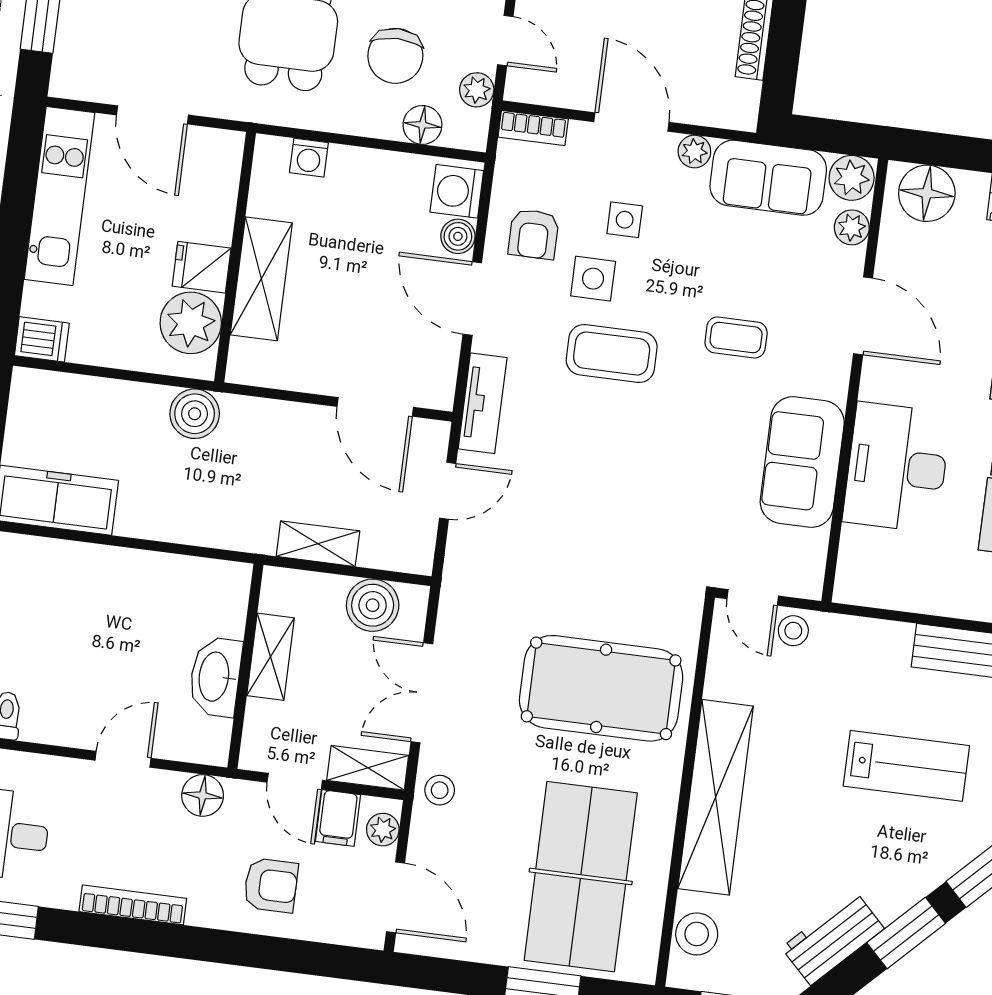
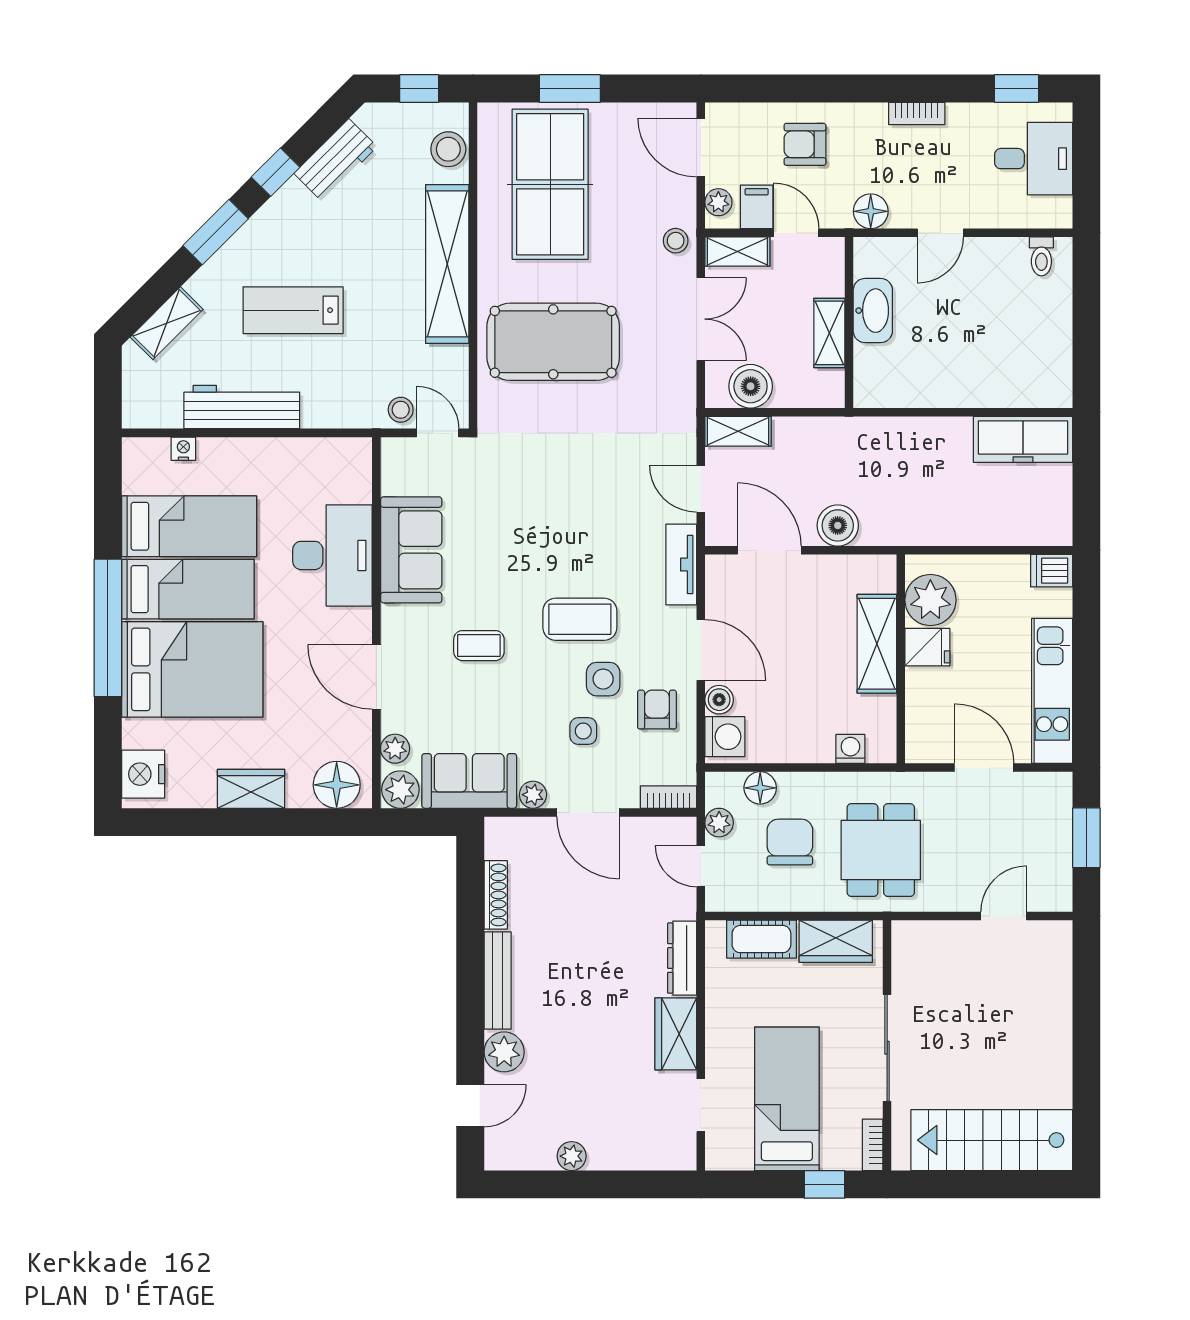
boiler: (195, 414) -> (838, 525), moved
door: (448, 491) -> (701, 489), hinge flipped
shelving: (318, 544) -> (738, 431), moved
bookcase: (133, 905) -> (917, 114), width x0.64
window: (906, 933) -> (276, 172), width x0.67

